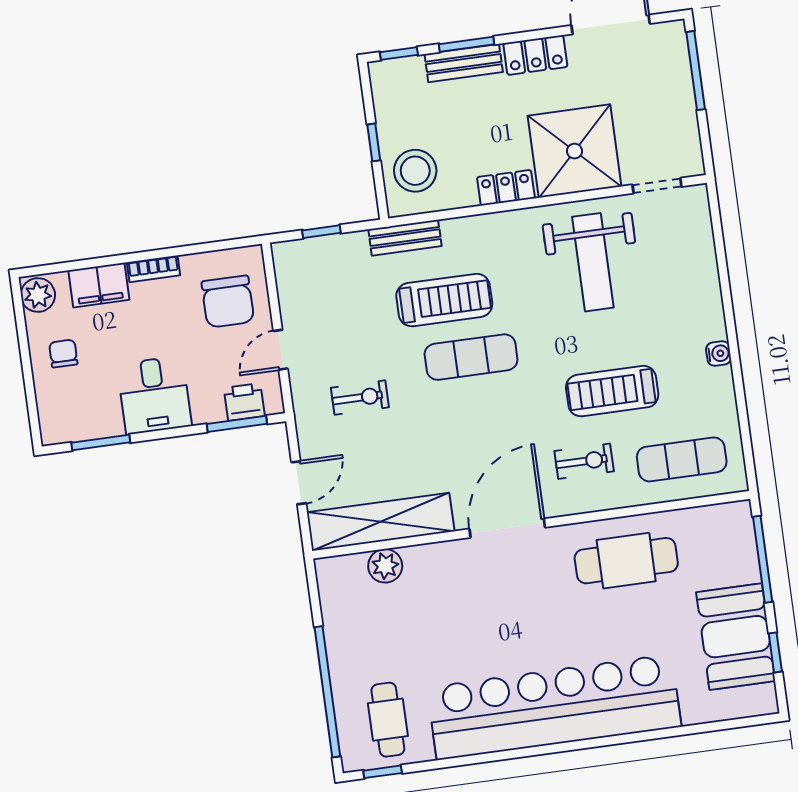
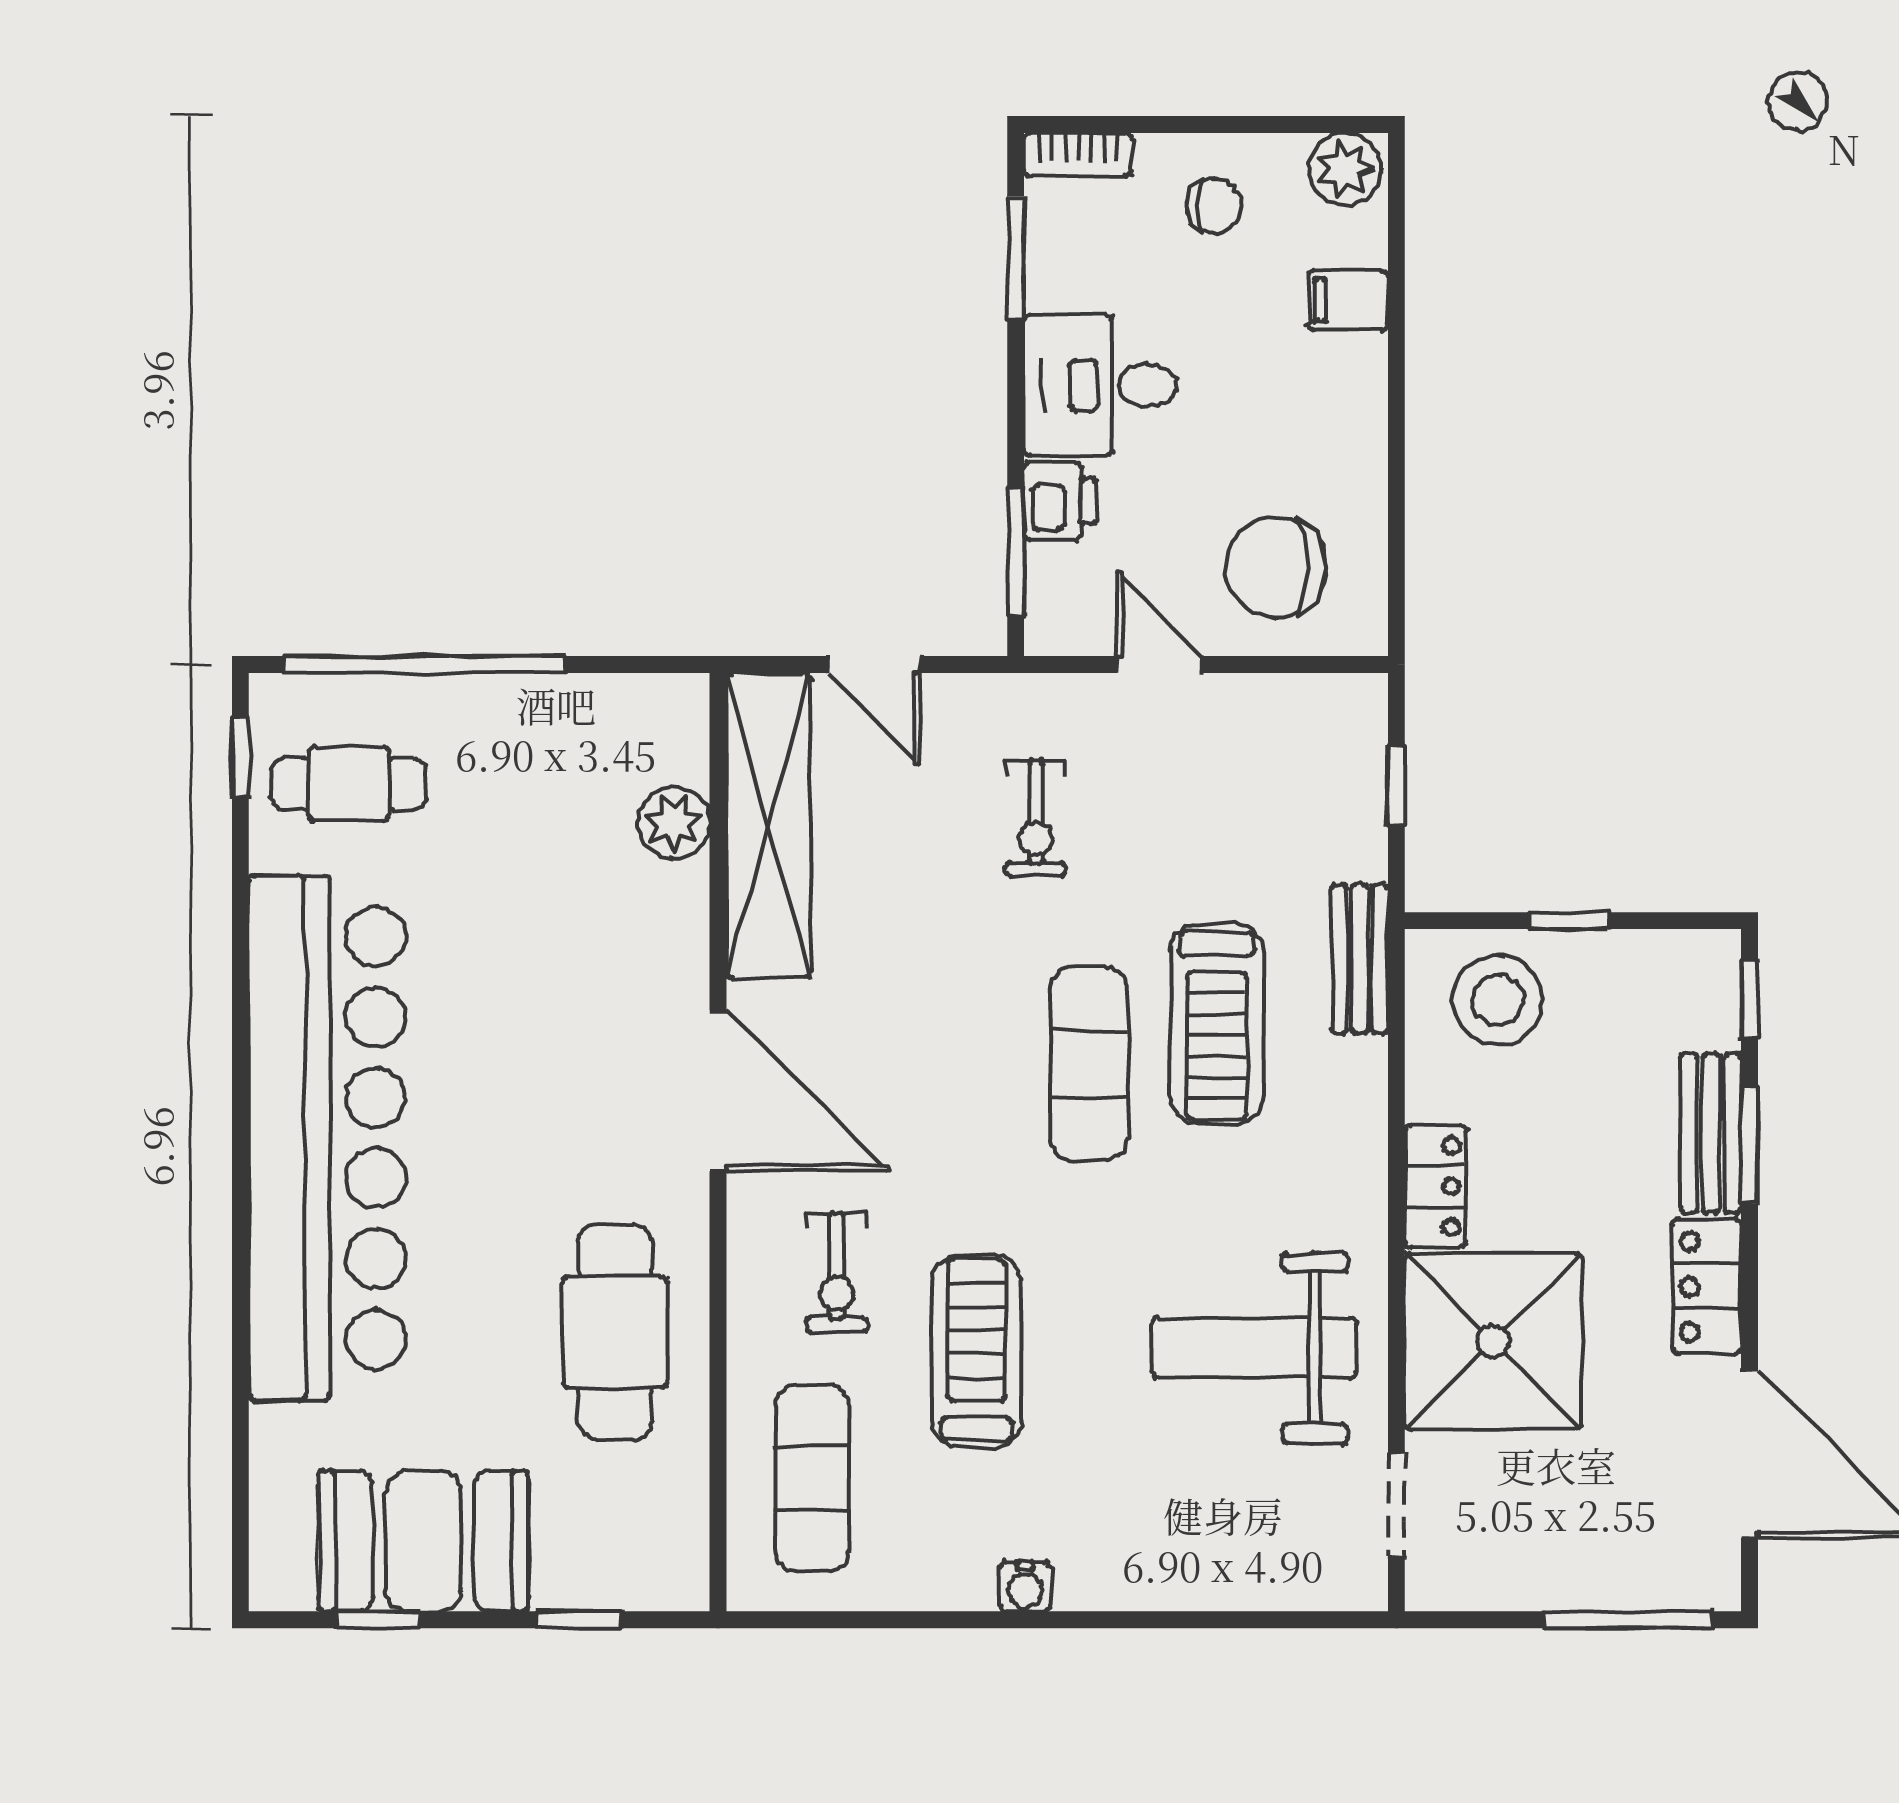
bookcase: (153, 269) -> (1078, 154), moved, turned -90
filing cabinet: (99, 285) -> (1348, 300), width x0.50
printer: (244, 402) -> (1060, 501), moved
window: (763, 559) -> (579, 1620), width x0.46

